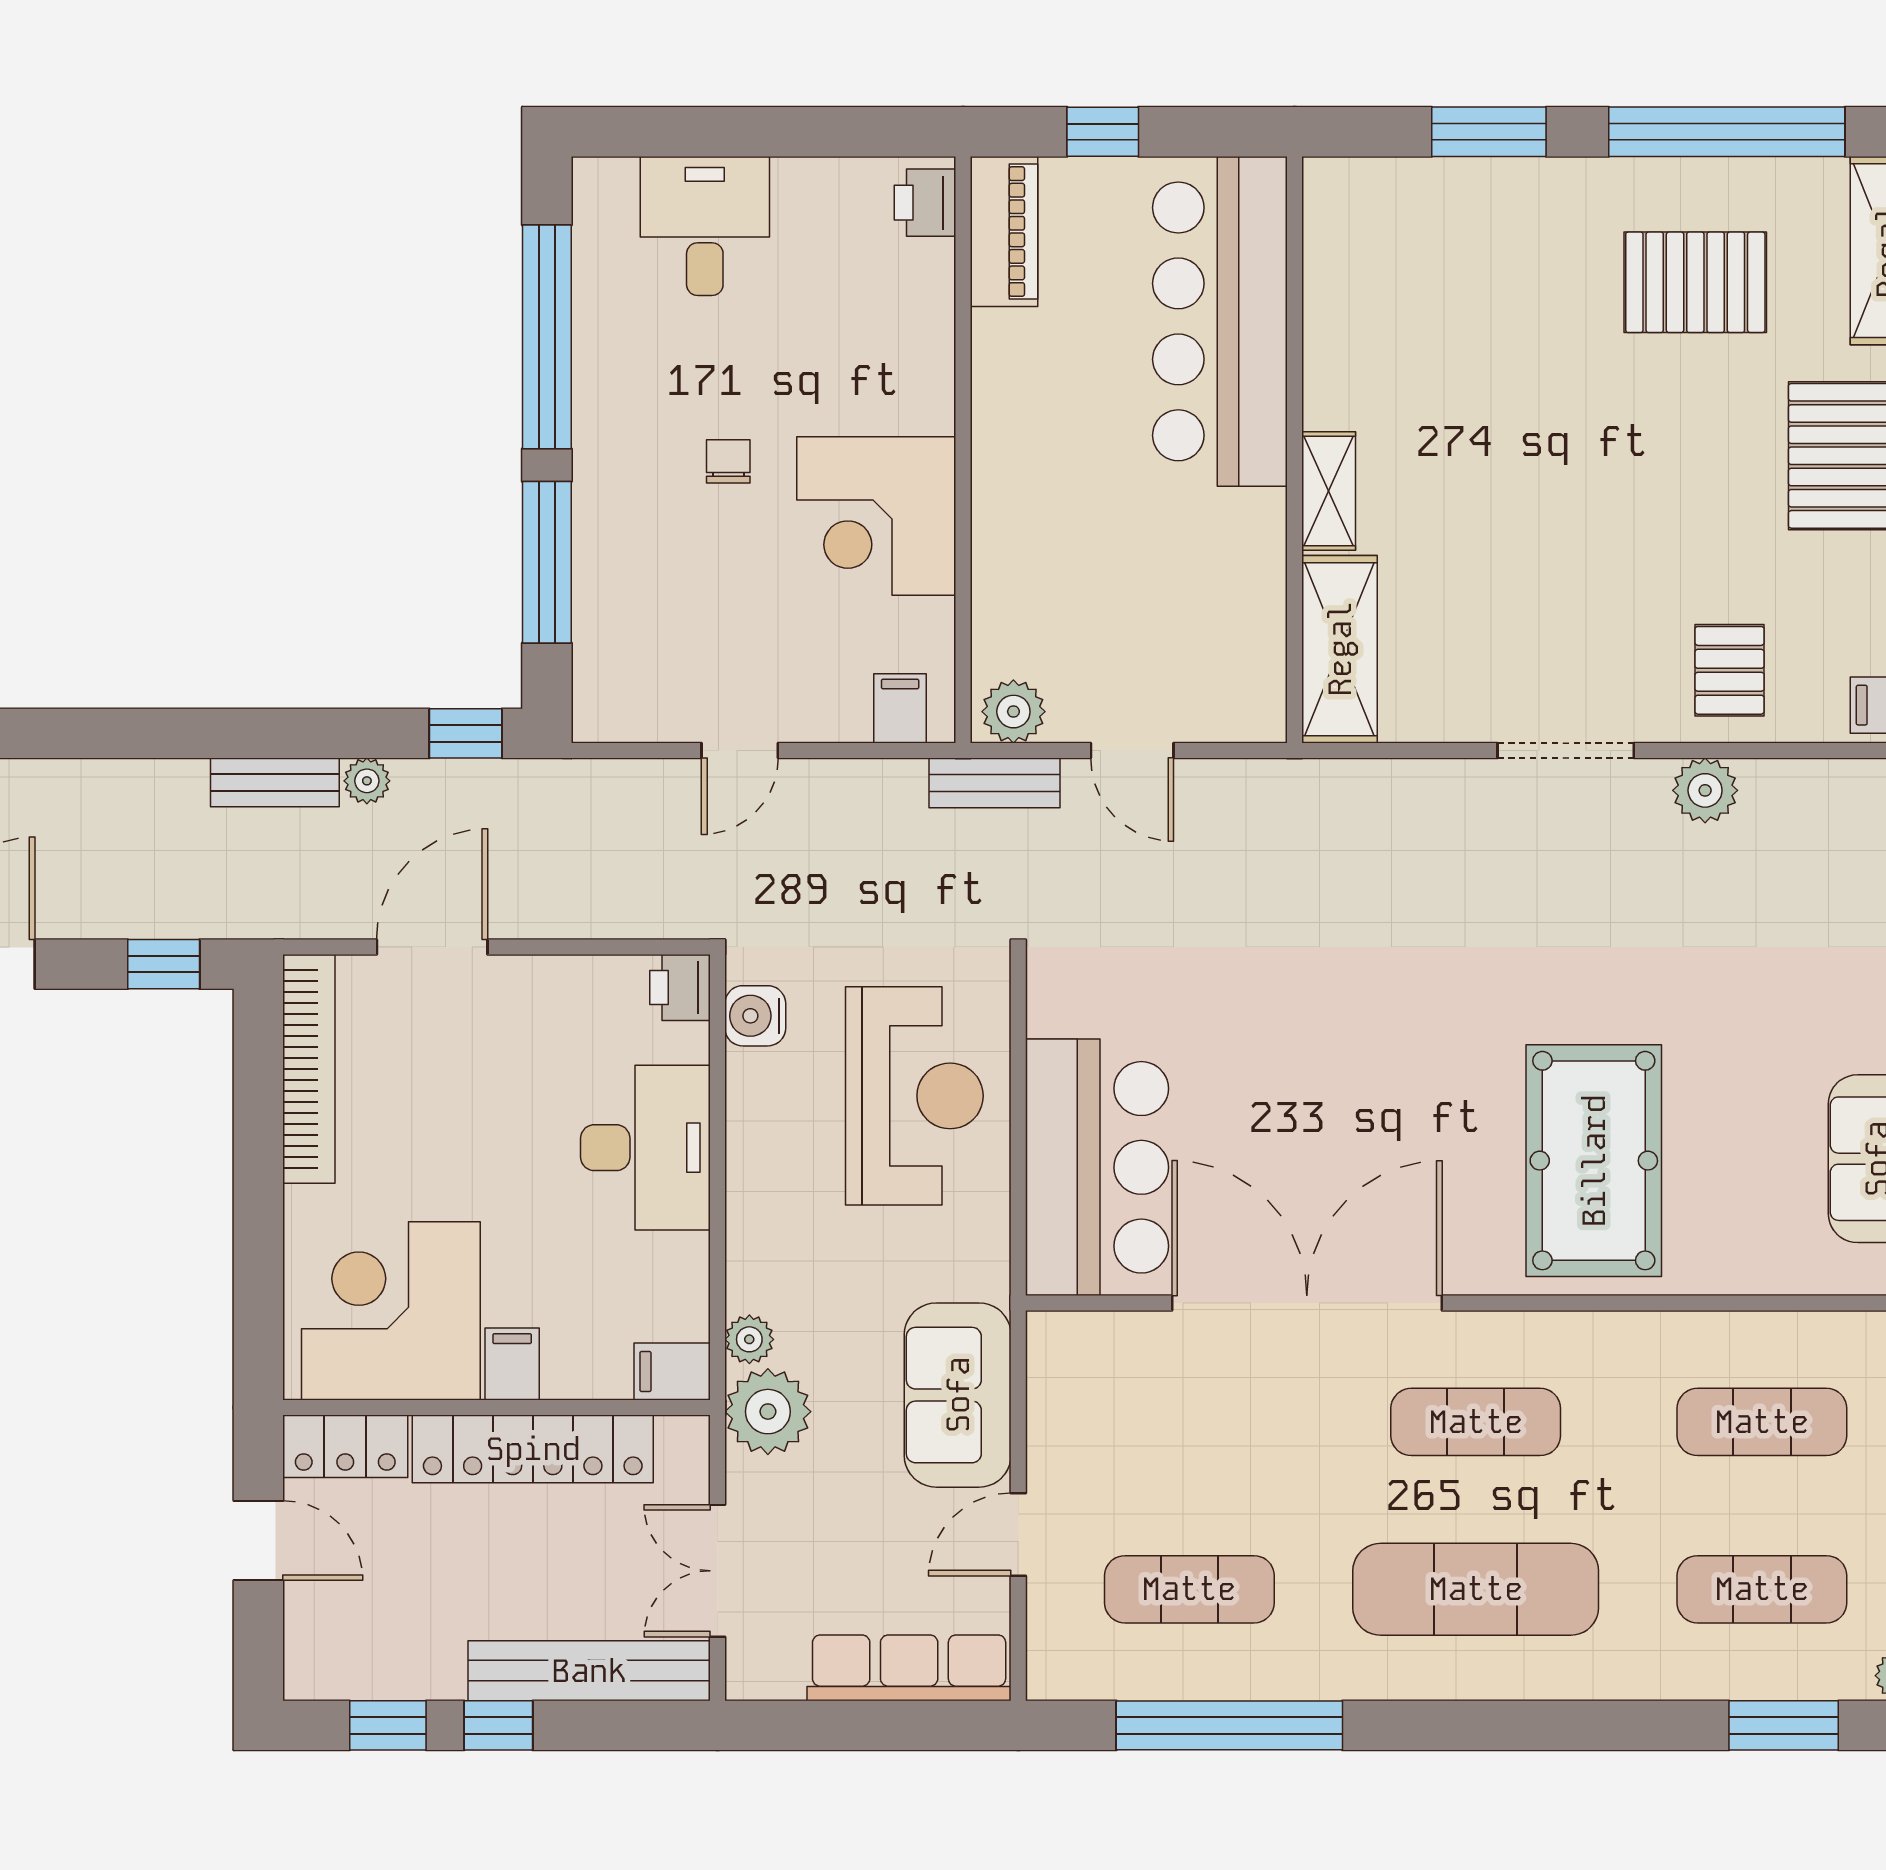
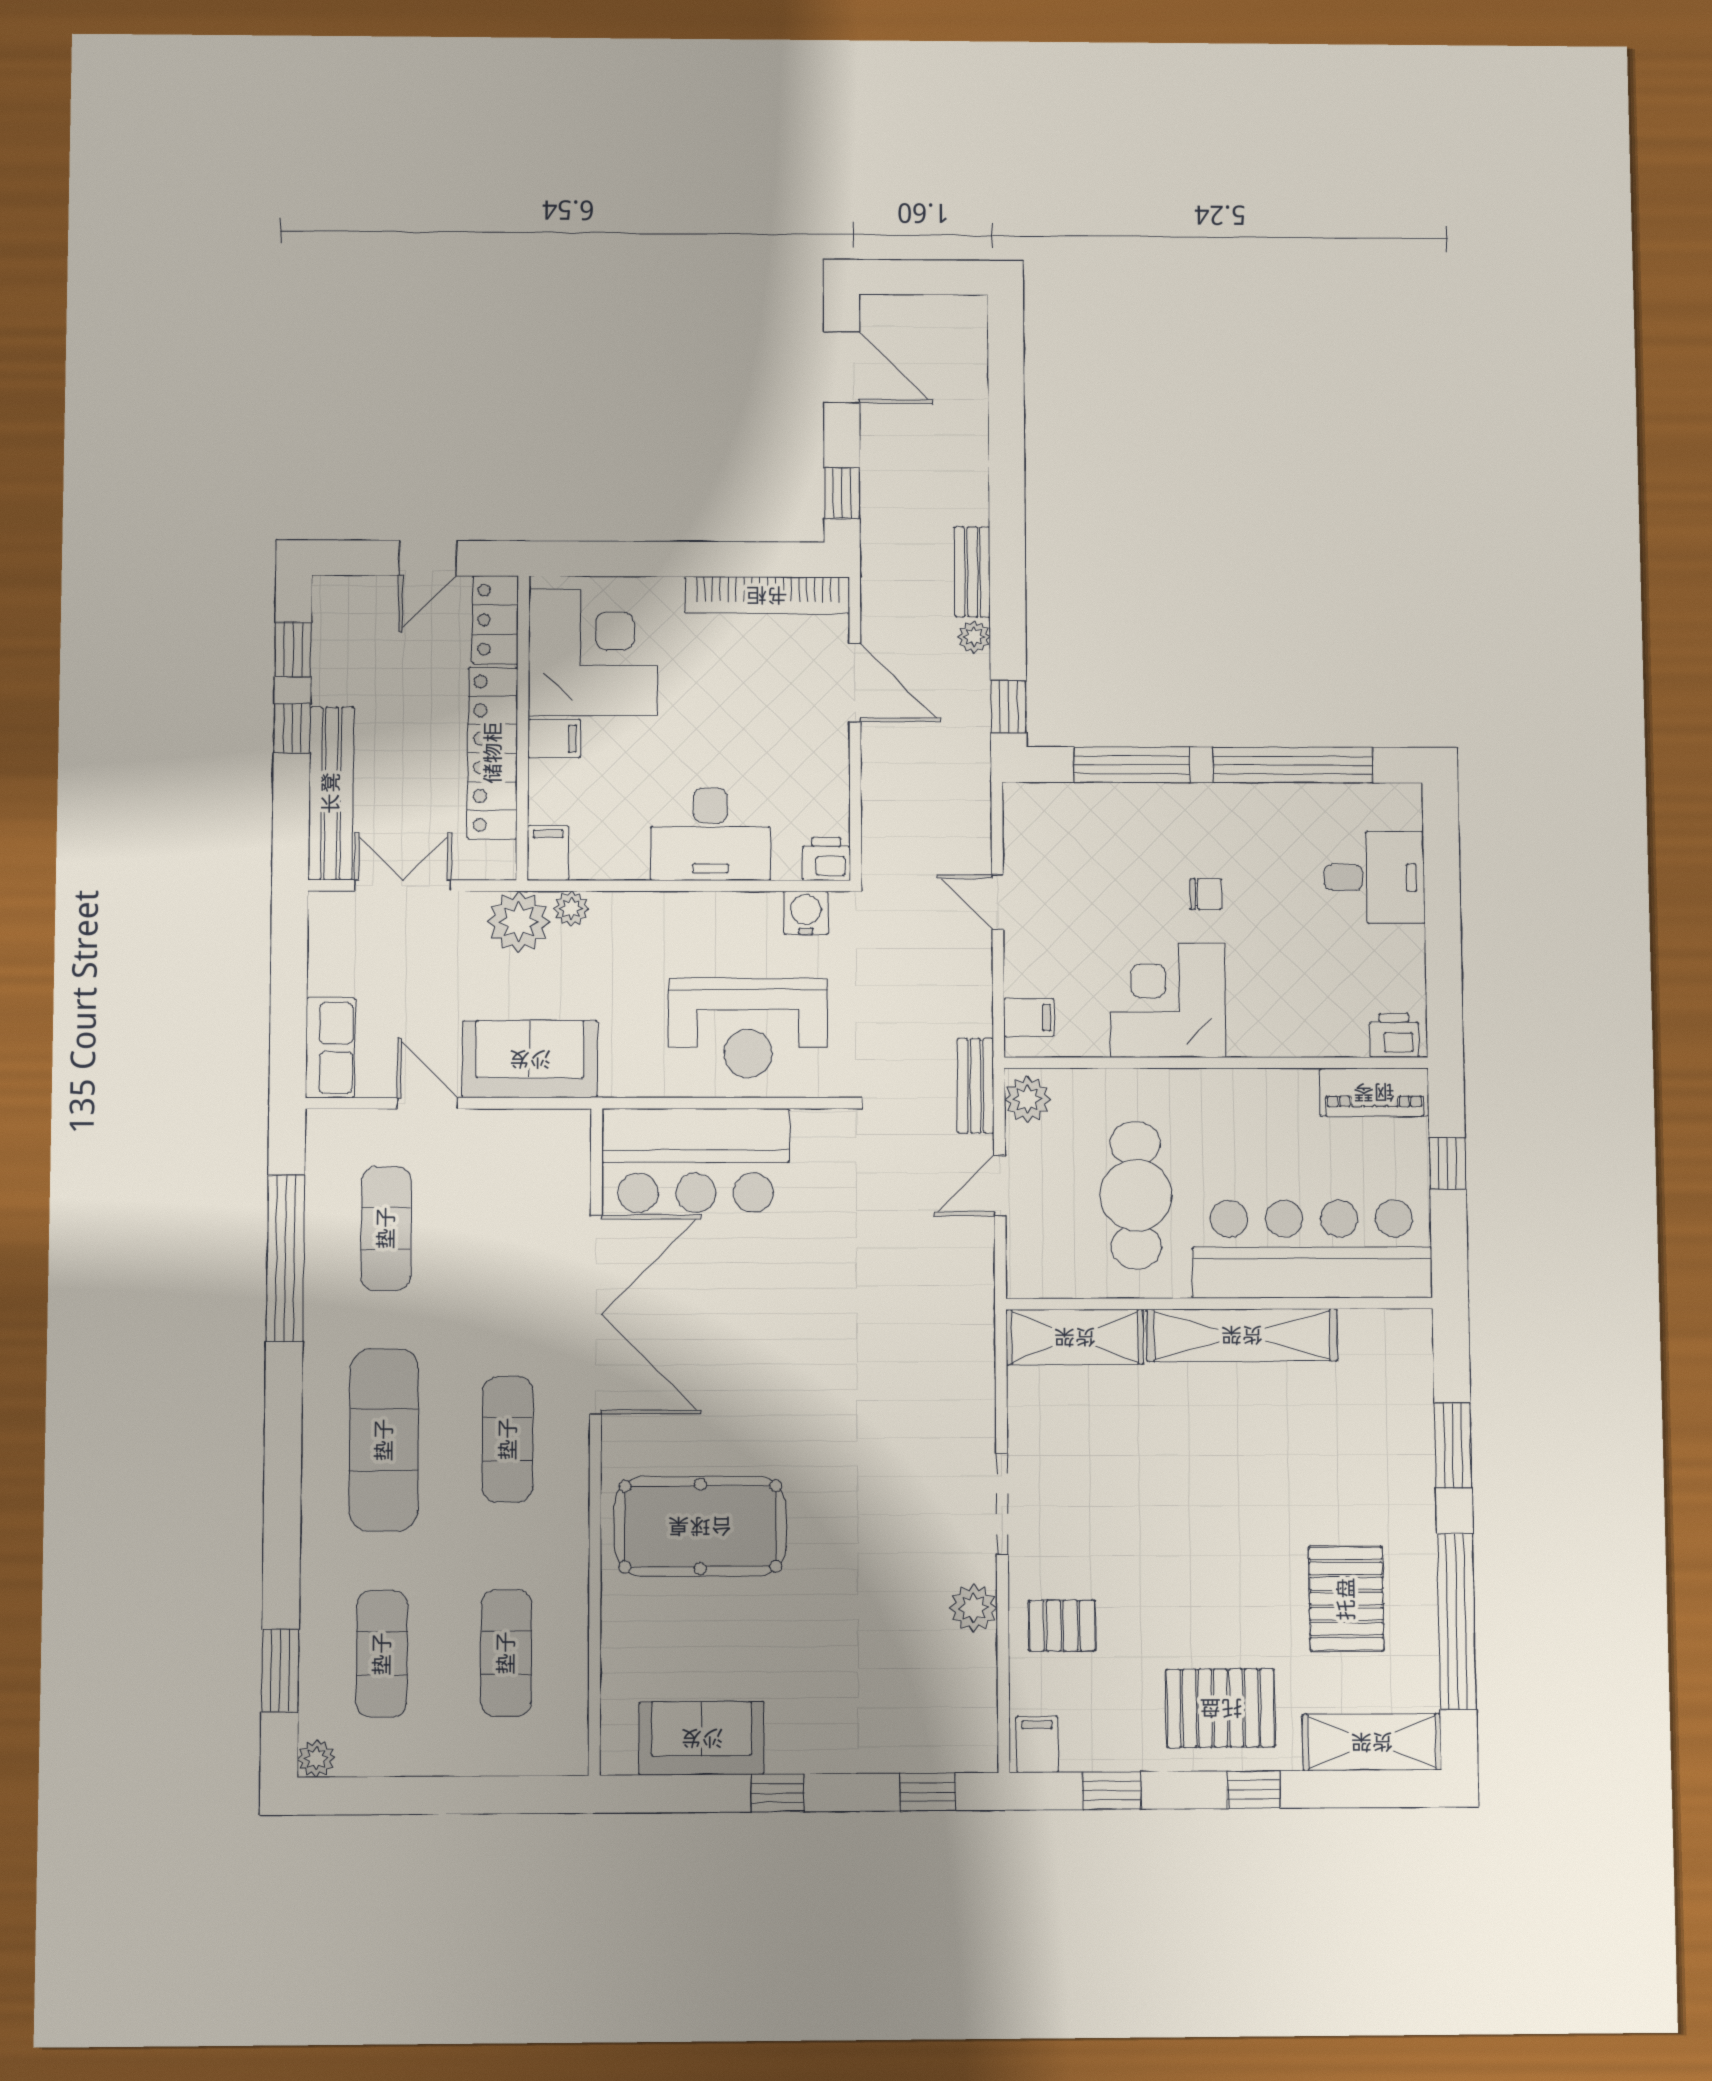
shelving: (1329, 491) -> (1242, 1335), width x2.20, depth x1.33
cafe table: (1146, 563) -> (1136, 1195), added
row of seats: (909, 1668) -> (330, 1048), width x0.68

